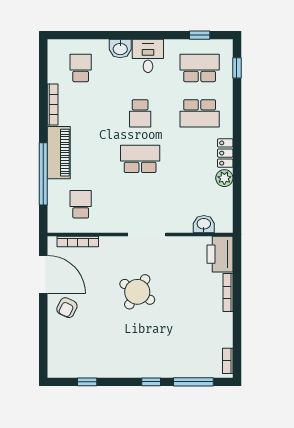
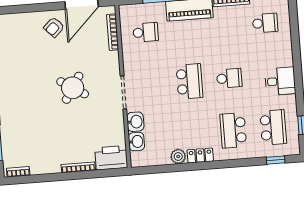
washbasin: (120, 49) -> (135, 122), moved, turned 180
school desk: (140, 113) -> (229, 78), turned 180
armchair: (67, 308) -> (54, 27), turned -70

